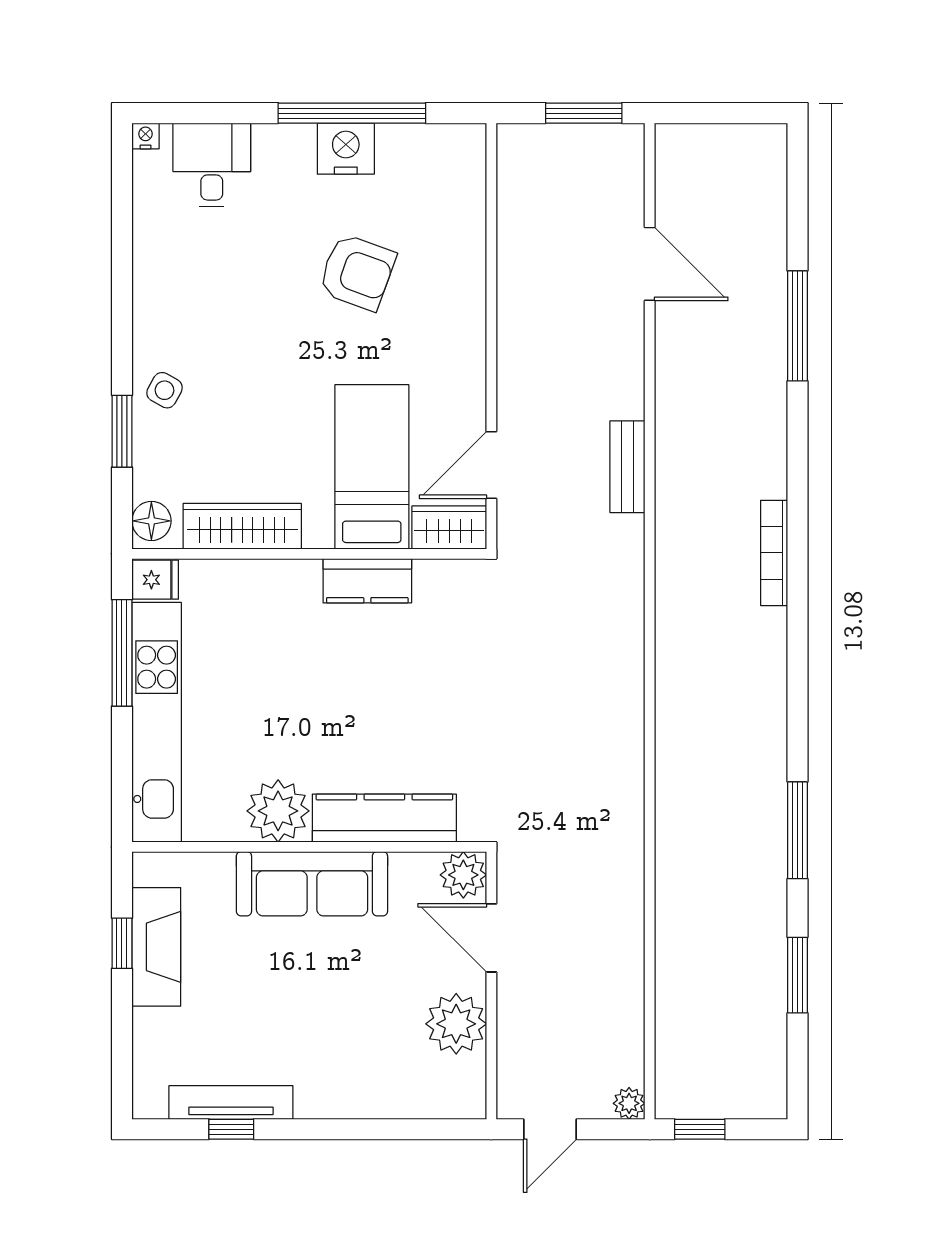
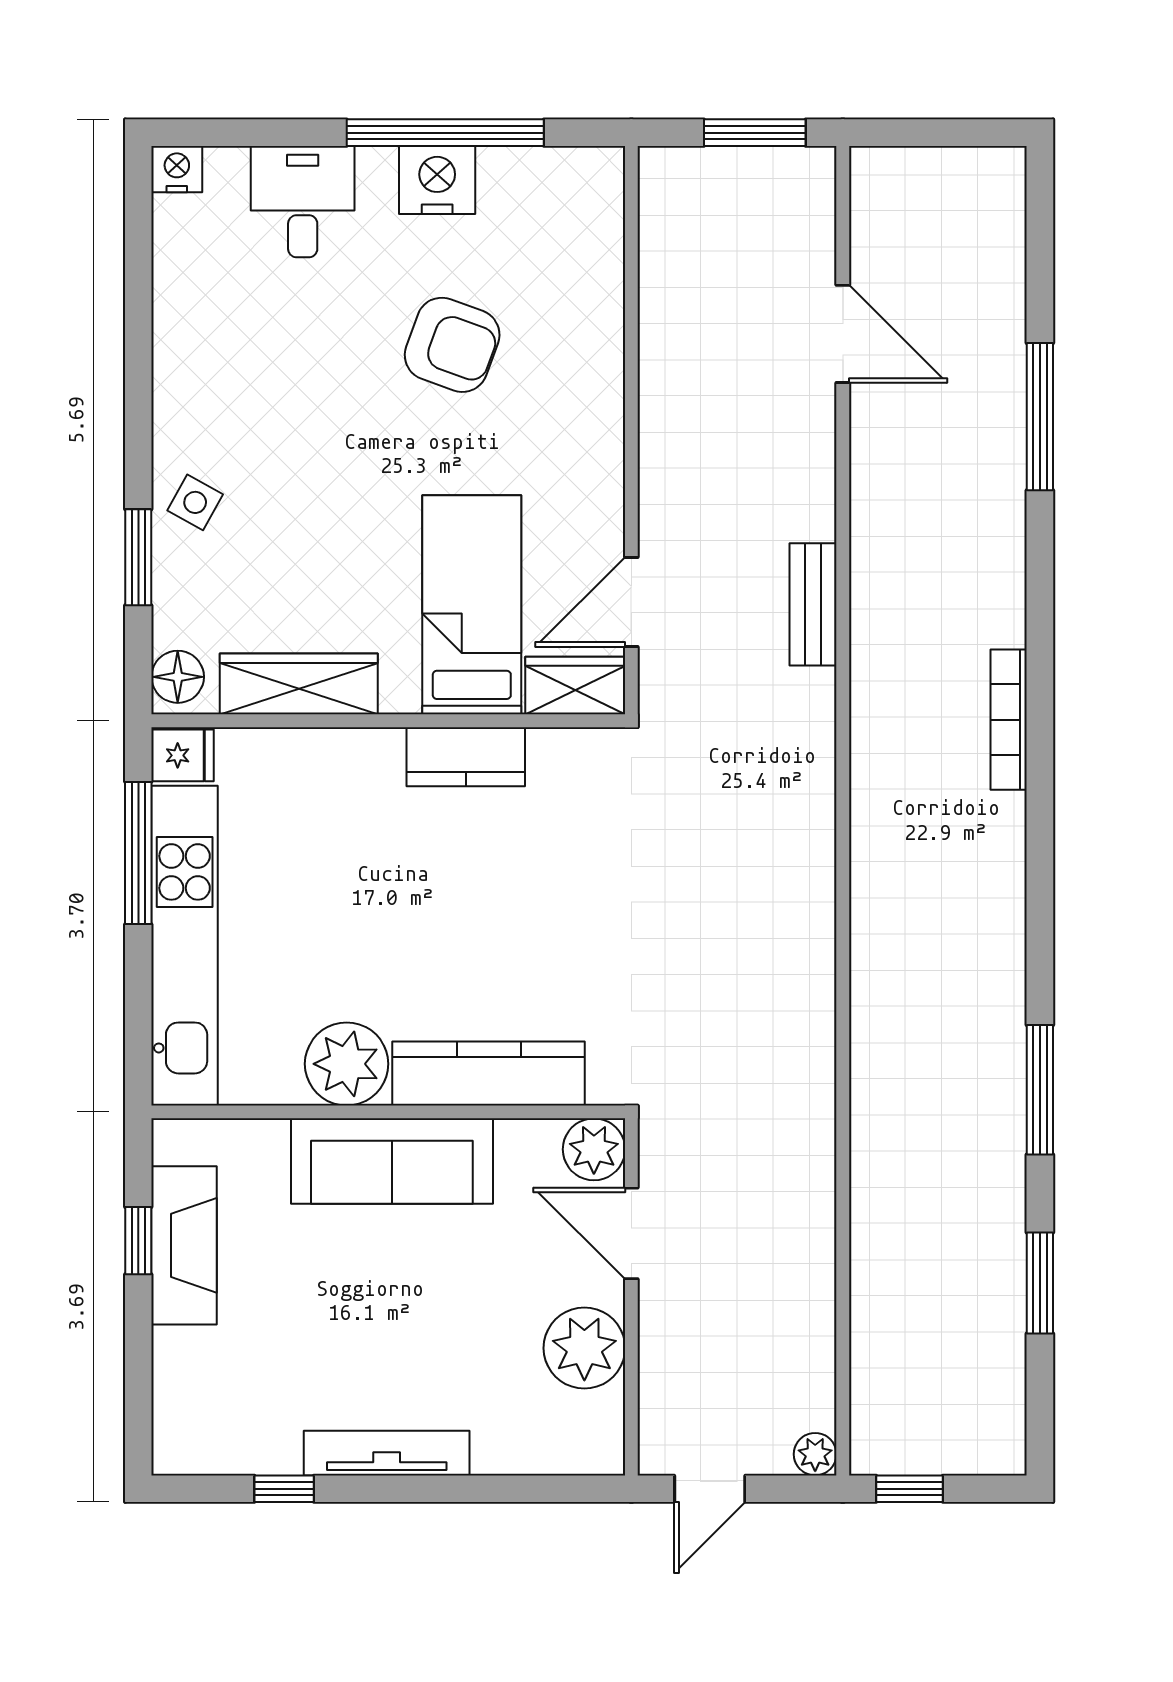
nightstand: (145, 136) -> (177, 169), width x1.39, depth x1.35
desk: (212, 165) -> (303, 202), moved
tv unit: (231, 1102) -> (387, 1453), moved

